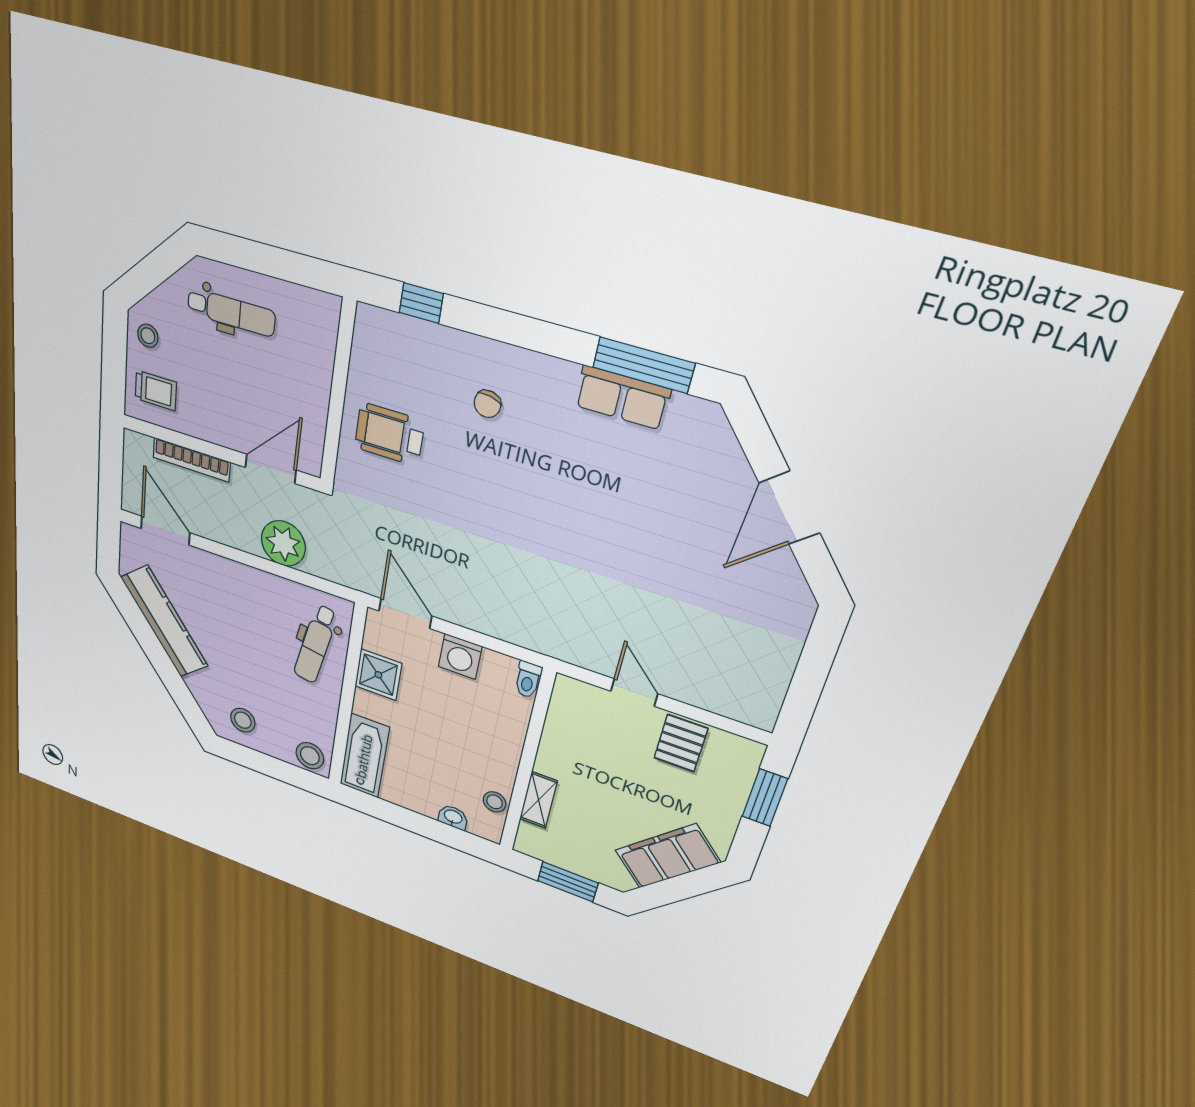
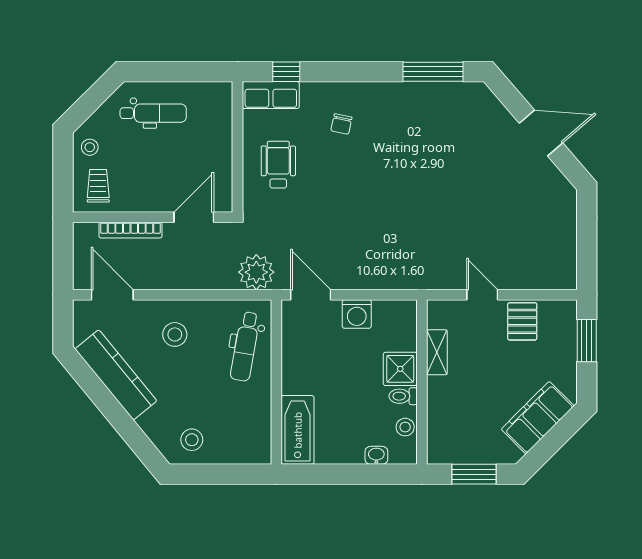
trolley: (156, 390) -> (98, 186), turned -90
row of seats: (622, 398) -> (271, 95), moved
wheelchair: (389, 434) -> (278, 165), turned 90
door: (789, 508) -> (541, 133), swing flipped
plant: (283, 543) -> (256, 272), moved
shower: (378, 675) -> (400, 369), moved
toilet: (528, 680) -> (403, 396), moved, turned 90
stool: (310, 756) -> (175, 334), moved
shelving: (538, 800) -> (437, 352), moved

